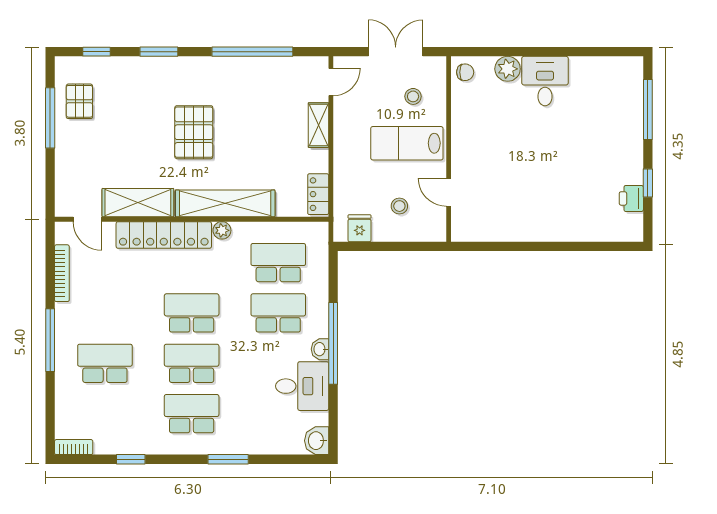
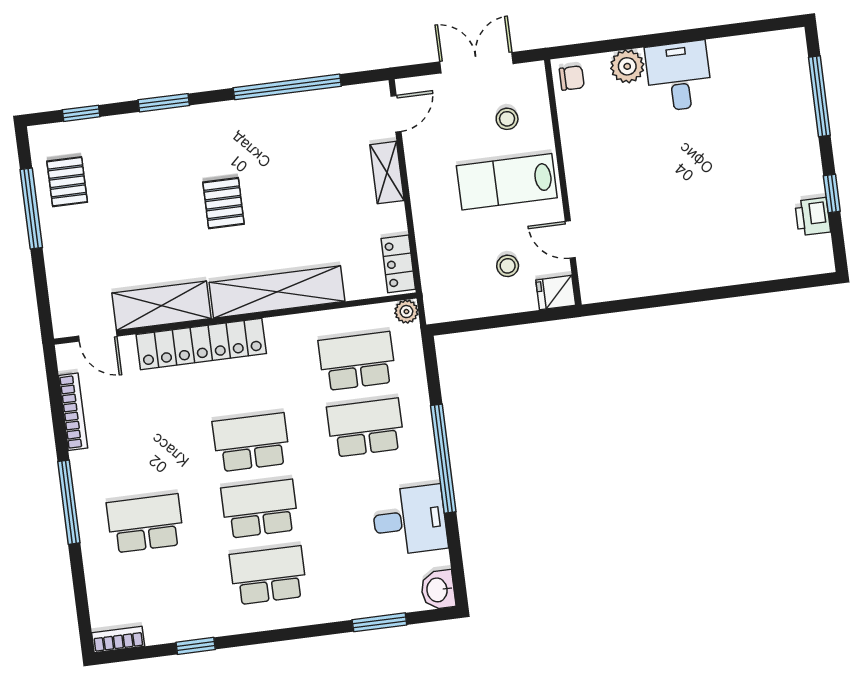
pallet: (194, 132) -> (223, 203), width x0.67, depth x0.71
fridge: (360, 228) -> (556, 293), moved, turned -90
plant: (222, 230) -> (406, 312), moved
washbasin: (320, 349) -> (427, 468), removed
window: (228, 459) -> (379, 622), moved

